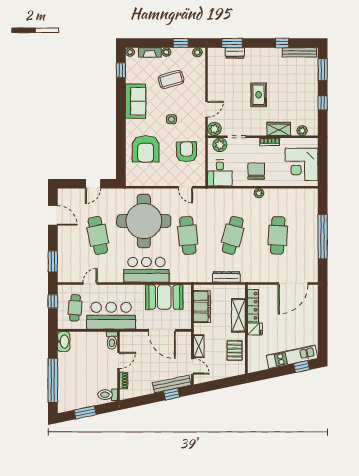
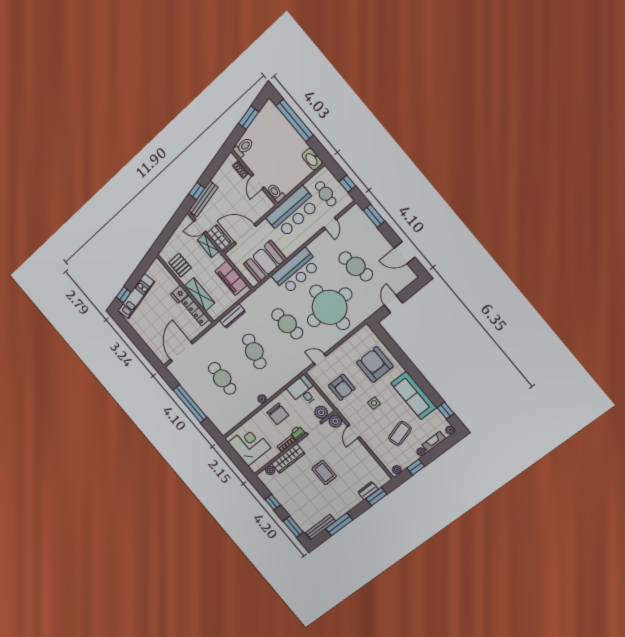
window: (282, 43) -> (339, 524), width x2.17
sofa: (136, 101) -> (414, 395), width x1.36
wardrobe: (279, 129) -> (288, 458), width x1.50
printer: (253, 143) -> (298, 433), added
wardrobe: (185, 345) -> (219, 238), added

